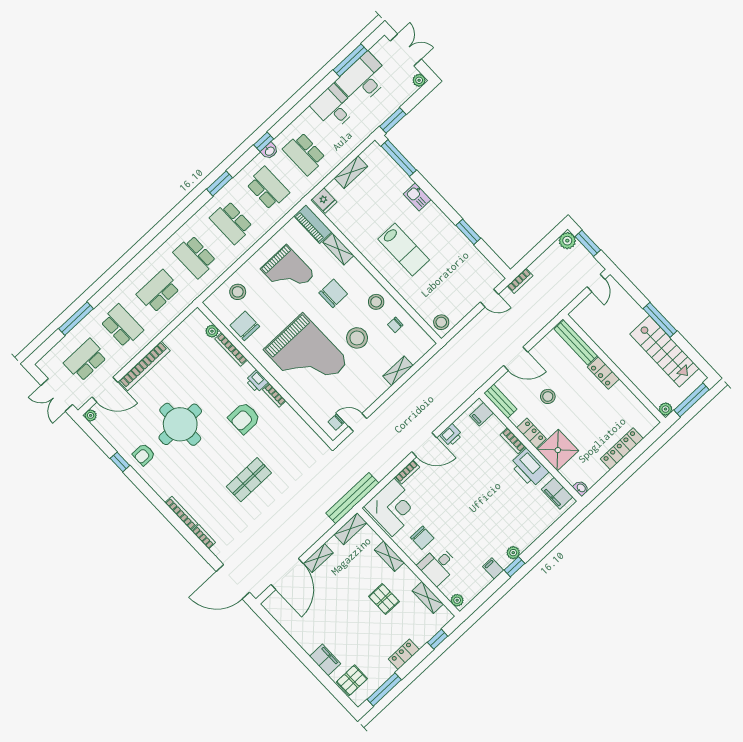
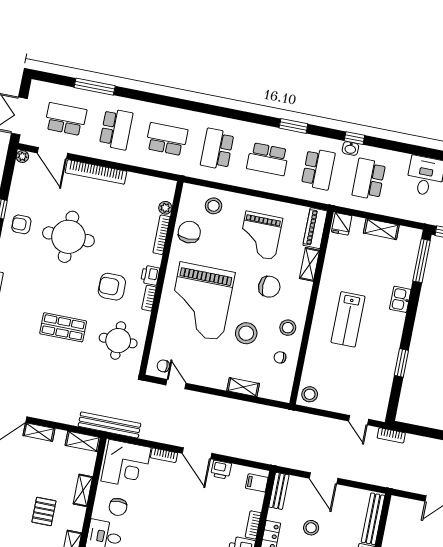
school desk: (231, 223) -> (268, 159), turned -90
round table: (290, 444) -> (118, 341), added

